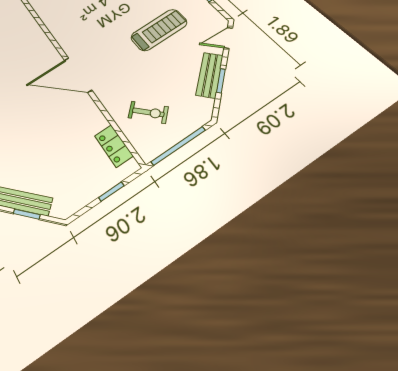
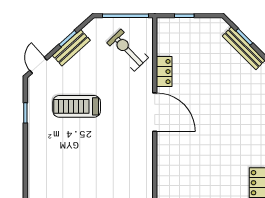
door: (228, 38) -> (38, 65), swing flipped
exercise bike: (148, 112) -> (128, 50), width x1.38, depth x1.39
locker: (114, 146) -> (164, 72), moved

